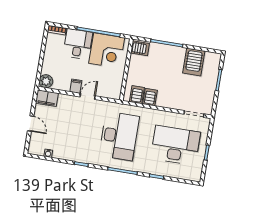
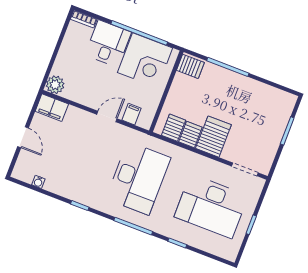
server rack: (194, 62) -> (213, 137), moved, turned 180
filing cabinet: (76, 86) -> (131, 114), moved
desk: (175, 145) -> (211, 206), turned 180

